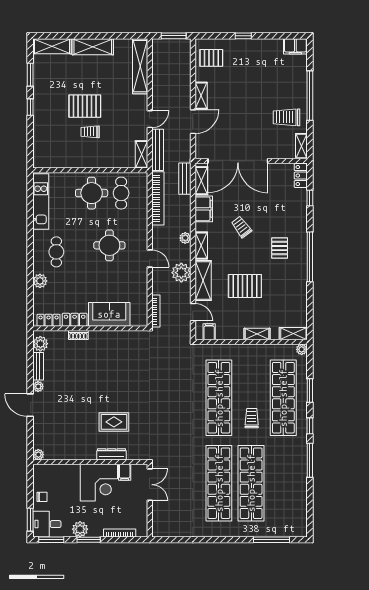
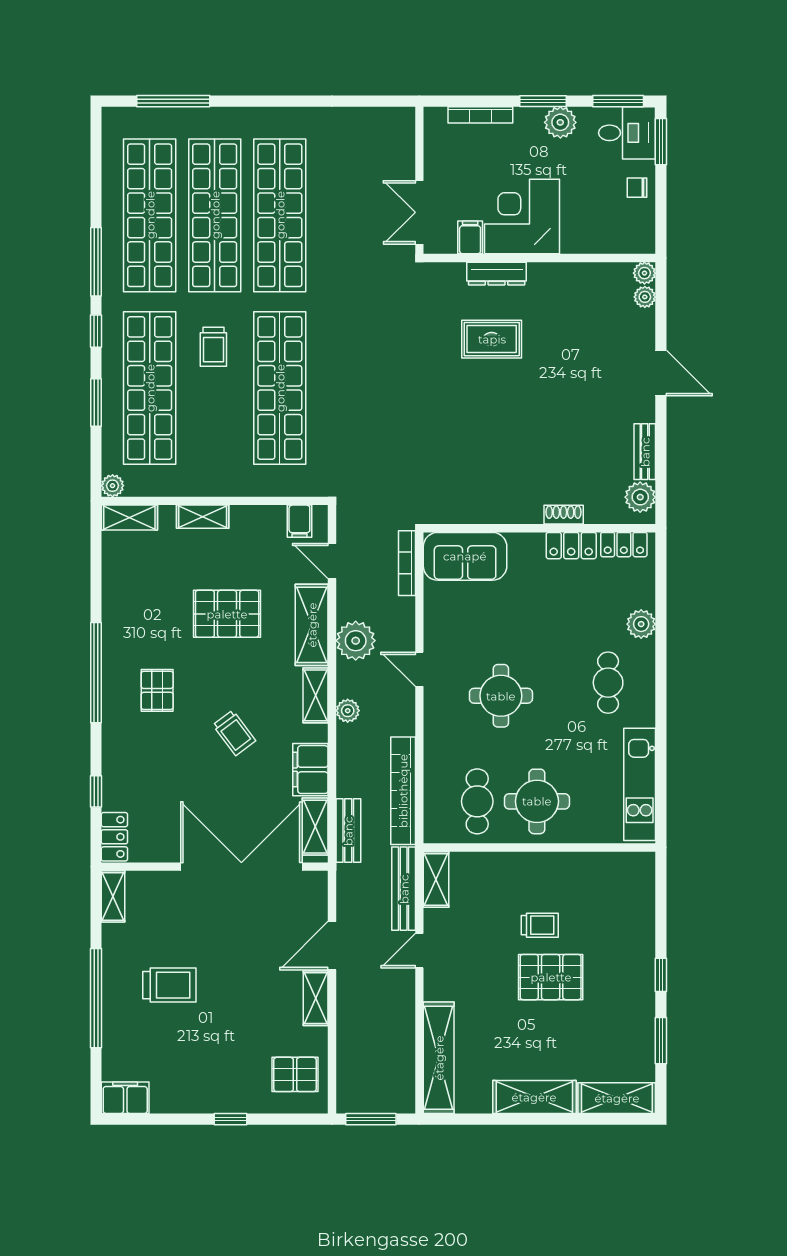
trolley: (286, 117) -> (169, 985), moved
sofa: (109, 314) -> (465, 556), moved
plant: (38, 386) -> (645, 297), moved
shop shelf: (283, 483) -> (150, 215), added

